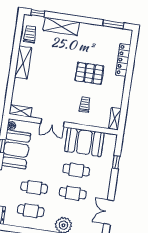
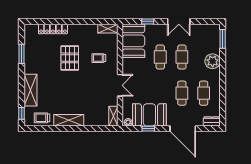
window: (113, 24) -> (22, 54), moved
booth: (84, 142) -> (133, 41), moved
double door: (109, 212) -> (179, 21), moved

